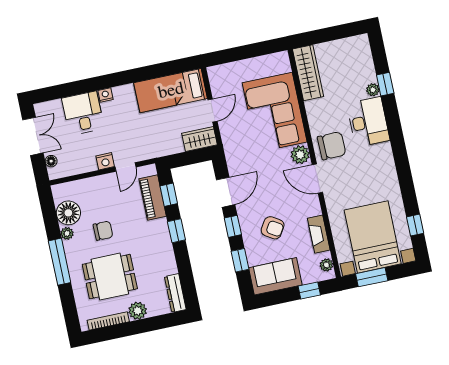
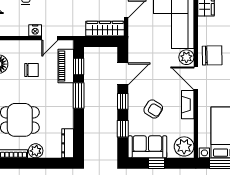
wardrobe: (199, 139) -> (105, 29), width x1.50
chair: (103, 231) -> (32, 70), moved
window: (176, 231) -> (79, 96), width x1.50
fireplace: (319, 234) -> (188, 105), moved
plant: (326, 265) -> (184, 146), width x1.87, depth x1.87
window: (309, 291) -> (157, 163), moved

